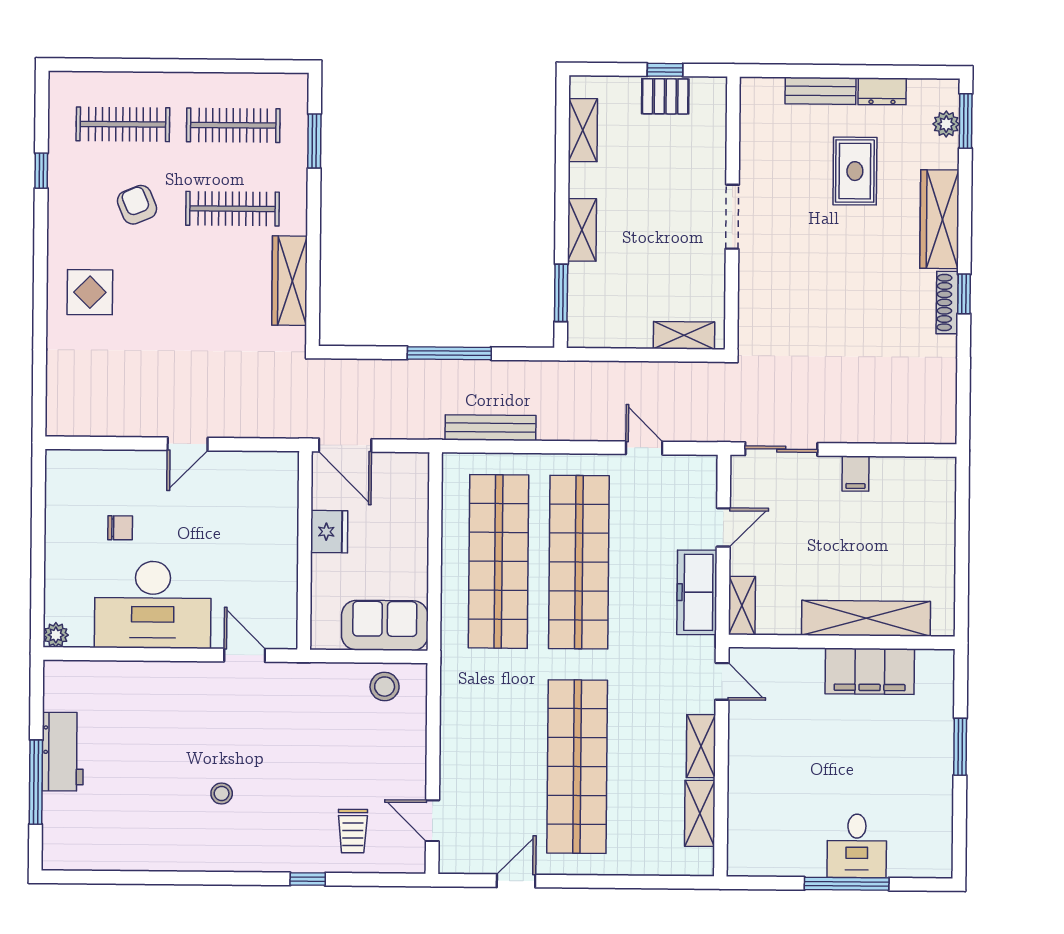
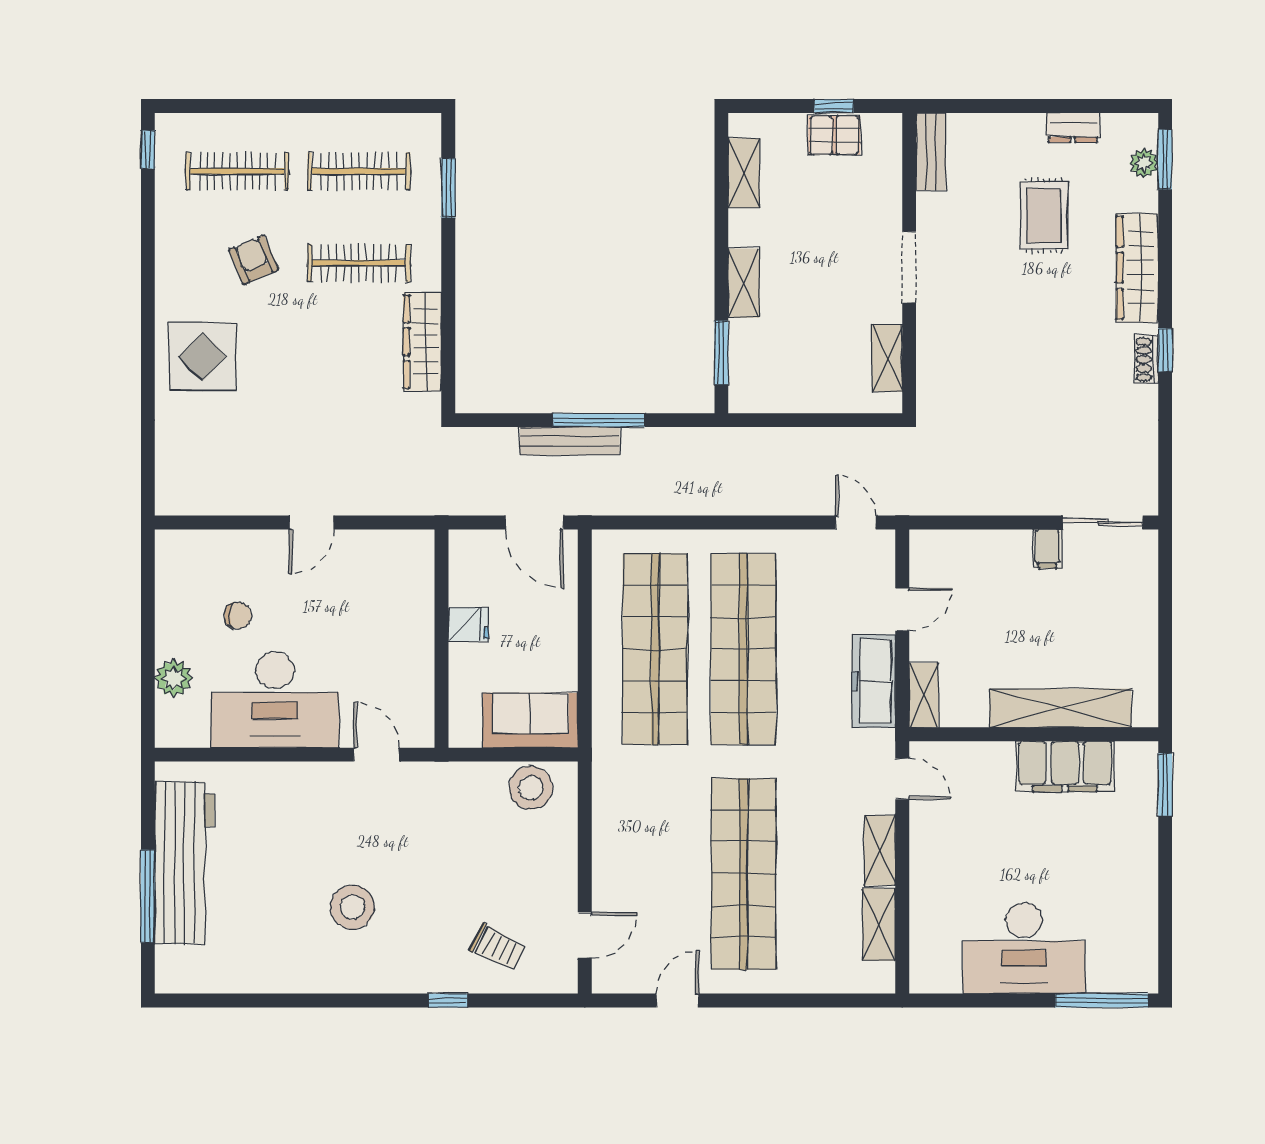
bench: (820, 91) -> (931, 152), moved, turned 90
window: (41, 171) -> (148, 150), moved
display table: (90, 292) -> (203, 356), width x1.36, depth x1.36
shoe rack: (947, 303) -> (1147, 360), width x0.70
shelving: (684, 335) -> (887, 358), moved, turned 90
bench: (490, 428) -> (570, 441), moved
door: (345, 445) -> (534, 523), moved
door: (644, 448) -> (856, 523), moved
sliding door: (781, 449) -> (1103, 523), moved
fridge: (329, 532) -> (468, 624), width x0.72
plant: (56, 635) -> (174, 678), moved, width x1.38, depth x1.38
stool: (385, 687) -> (531, 788), width x1.38, depth x1.38
window: (960, 747) -> (1165, 785), moved
workbench: (63, 752) -> (184, 863), width x1.87, depth x1.32
stool: (222, 794) -> (352, 907), width x1.89, depth x1.89
door: (432, 821) -> (585, 935), swing flipped
trolley: (353, 831) -> (497, 947), turned -64
desk: (857, 846) -> (1024, 948), width x1.87, depth x1.30
window: (847, 884) -> (1101, 1000), moved

